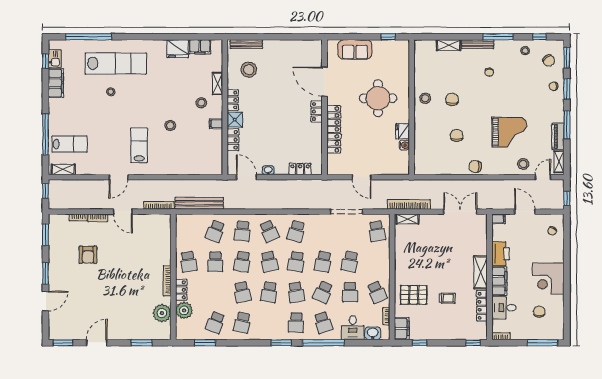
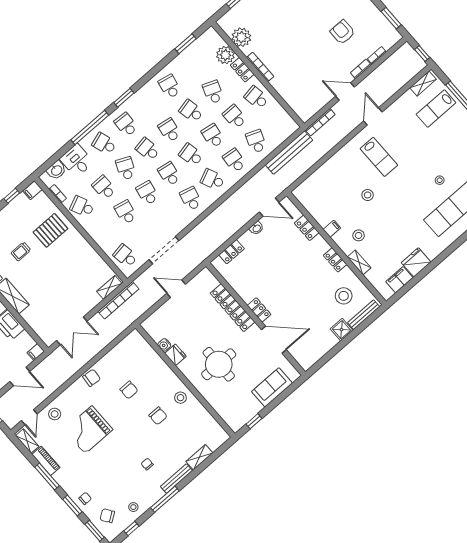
shower: (235, 120) -> (341, 330), moved
school desk: (215, 323) -> (213, 92), moved
filing cabinet: (402, 328) -> (33, 190), width x0.50

